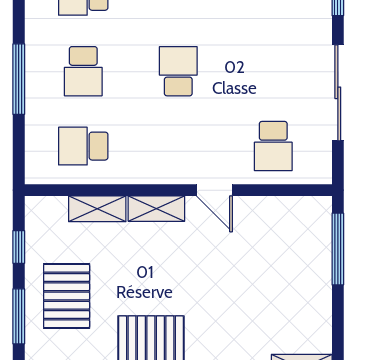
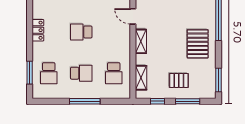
door: (214, 190) -> (133, 16), swing flipped
shelving: (97, 209) -> (141, 78), moved
pallet: (67, 296) -> (179, 80), width x0.67, depth x0.71

